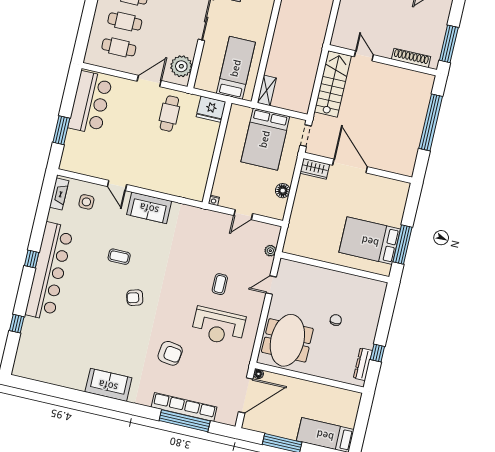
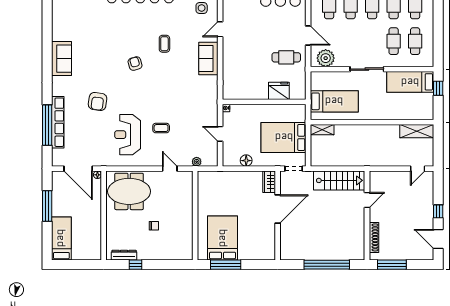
fridge: (211, 109) -> (279, 91), moved, turned 90

